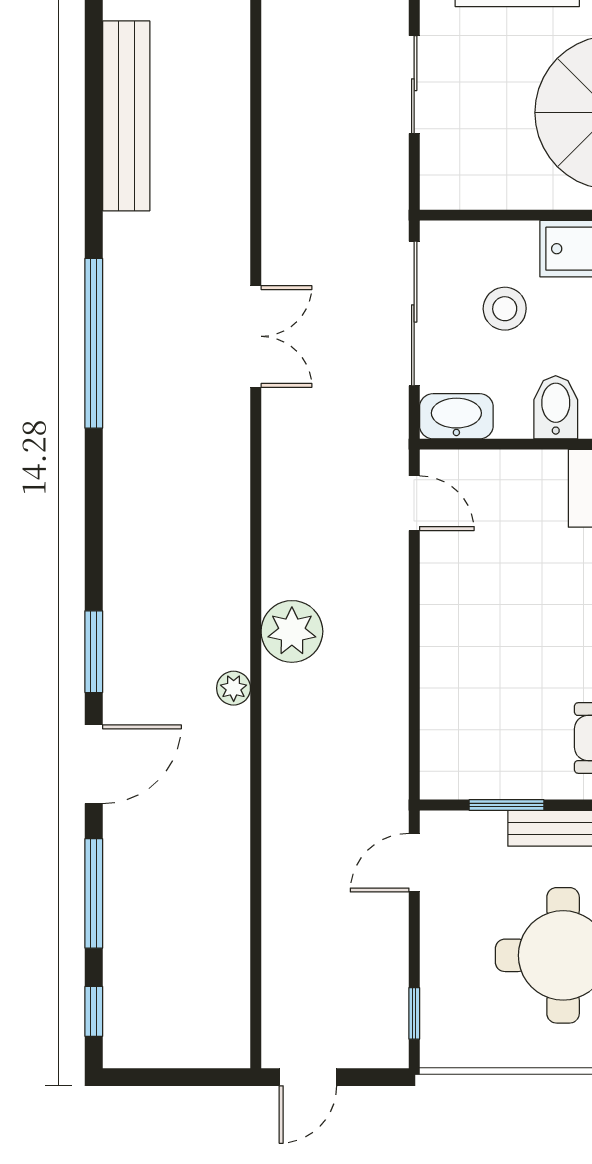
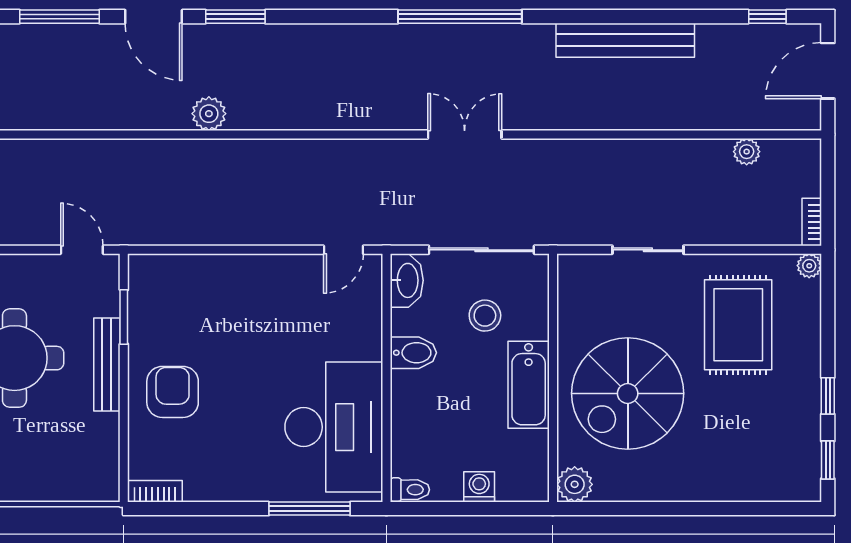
double door: (256, 336) -> (465, 134), swing flipped
plant: (292, 631) -> (250, 161), removed
plant: (234, 688) -> (209, 114), width x1.38, depth x1.38

